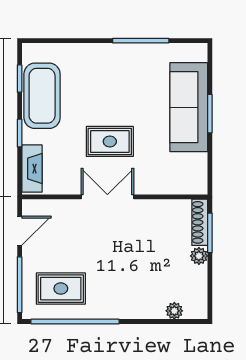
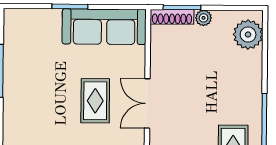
sofa: (189, 107) -> (104, 27), moved
plant: (174, 311) -> (248, 35), width x1.87, depth x1.87

